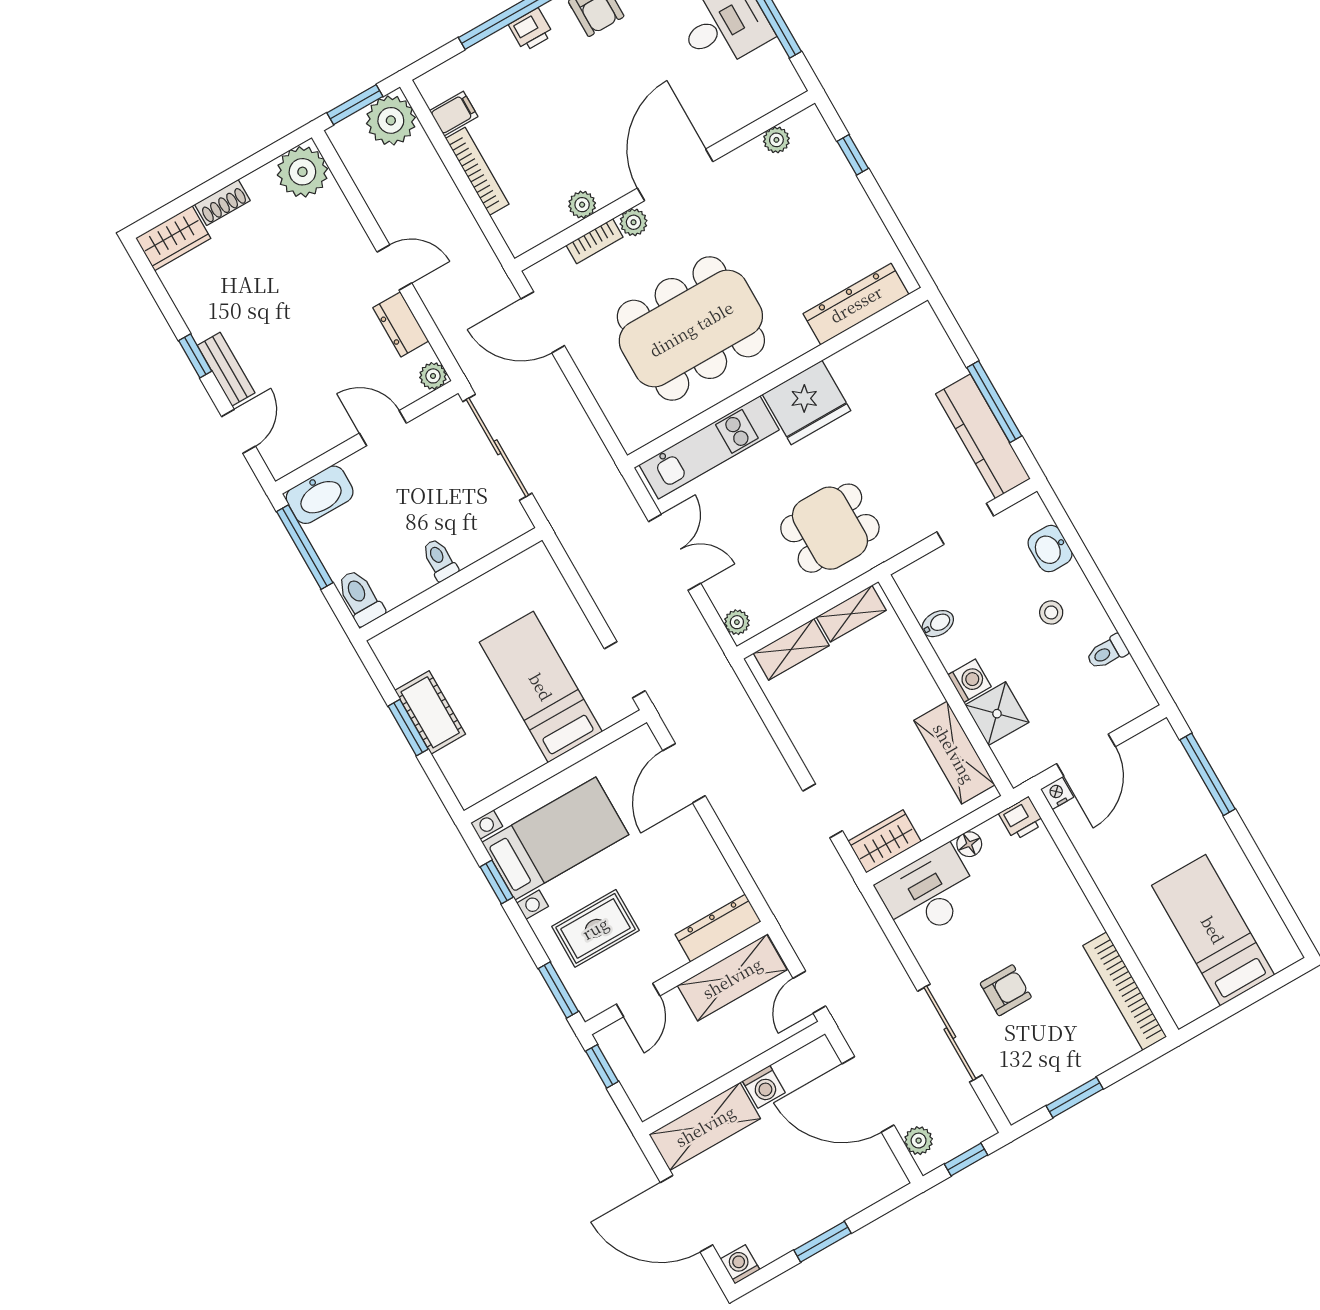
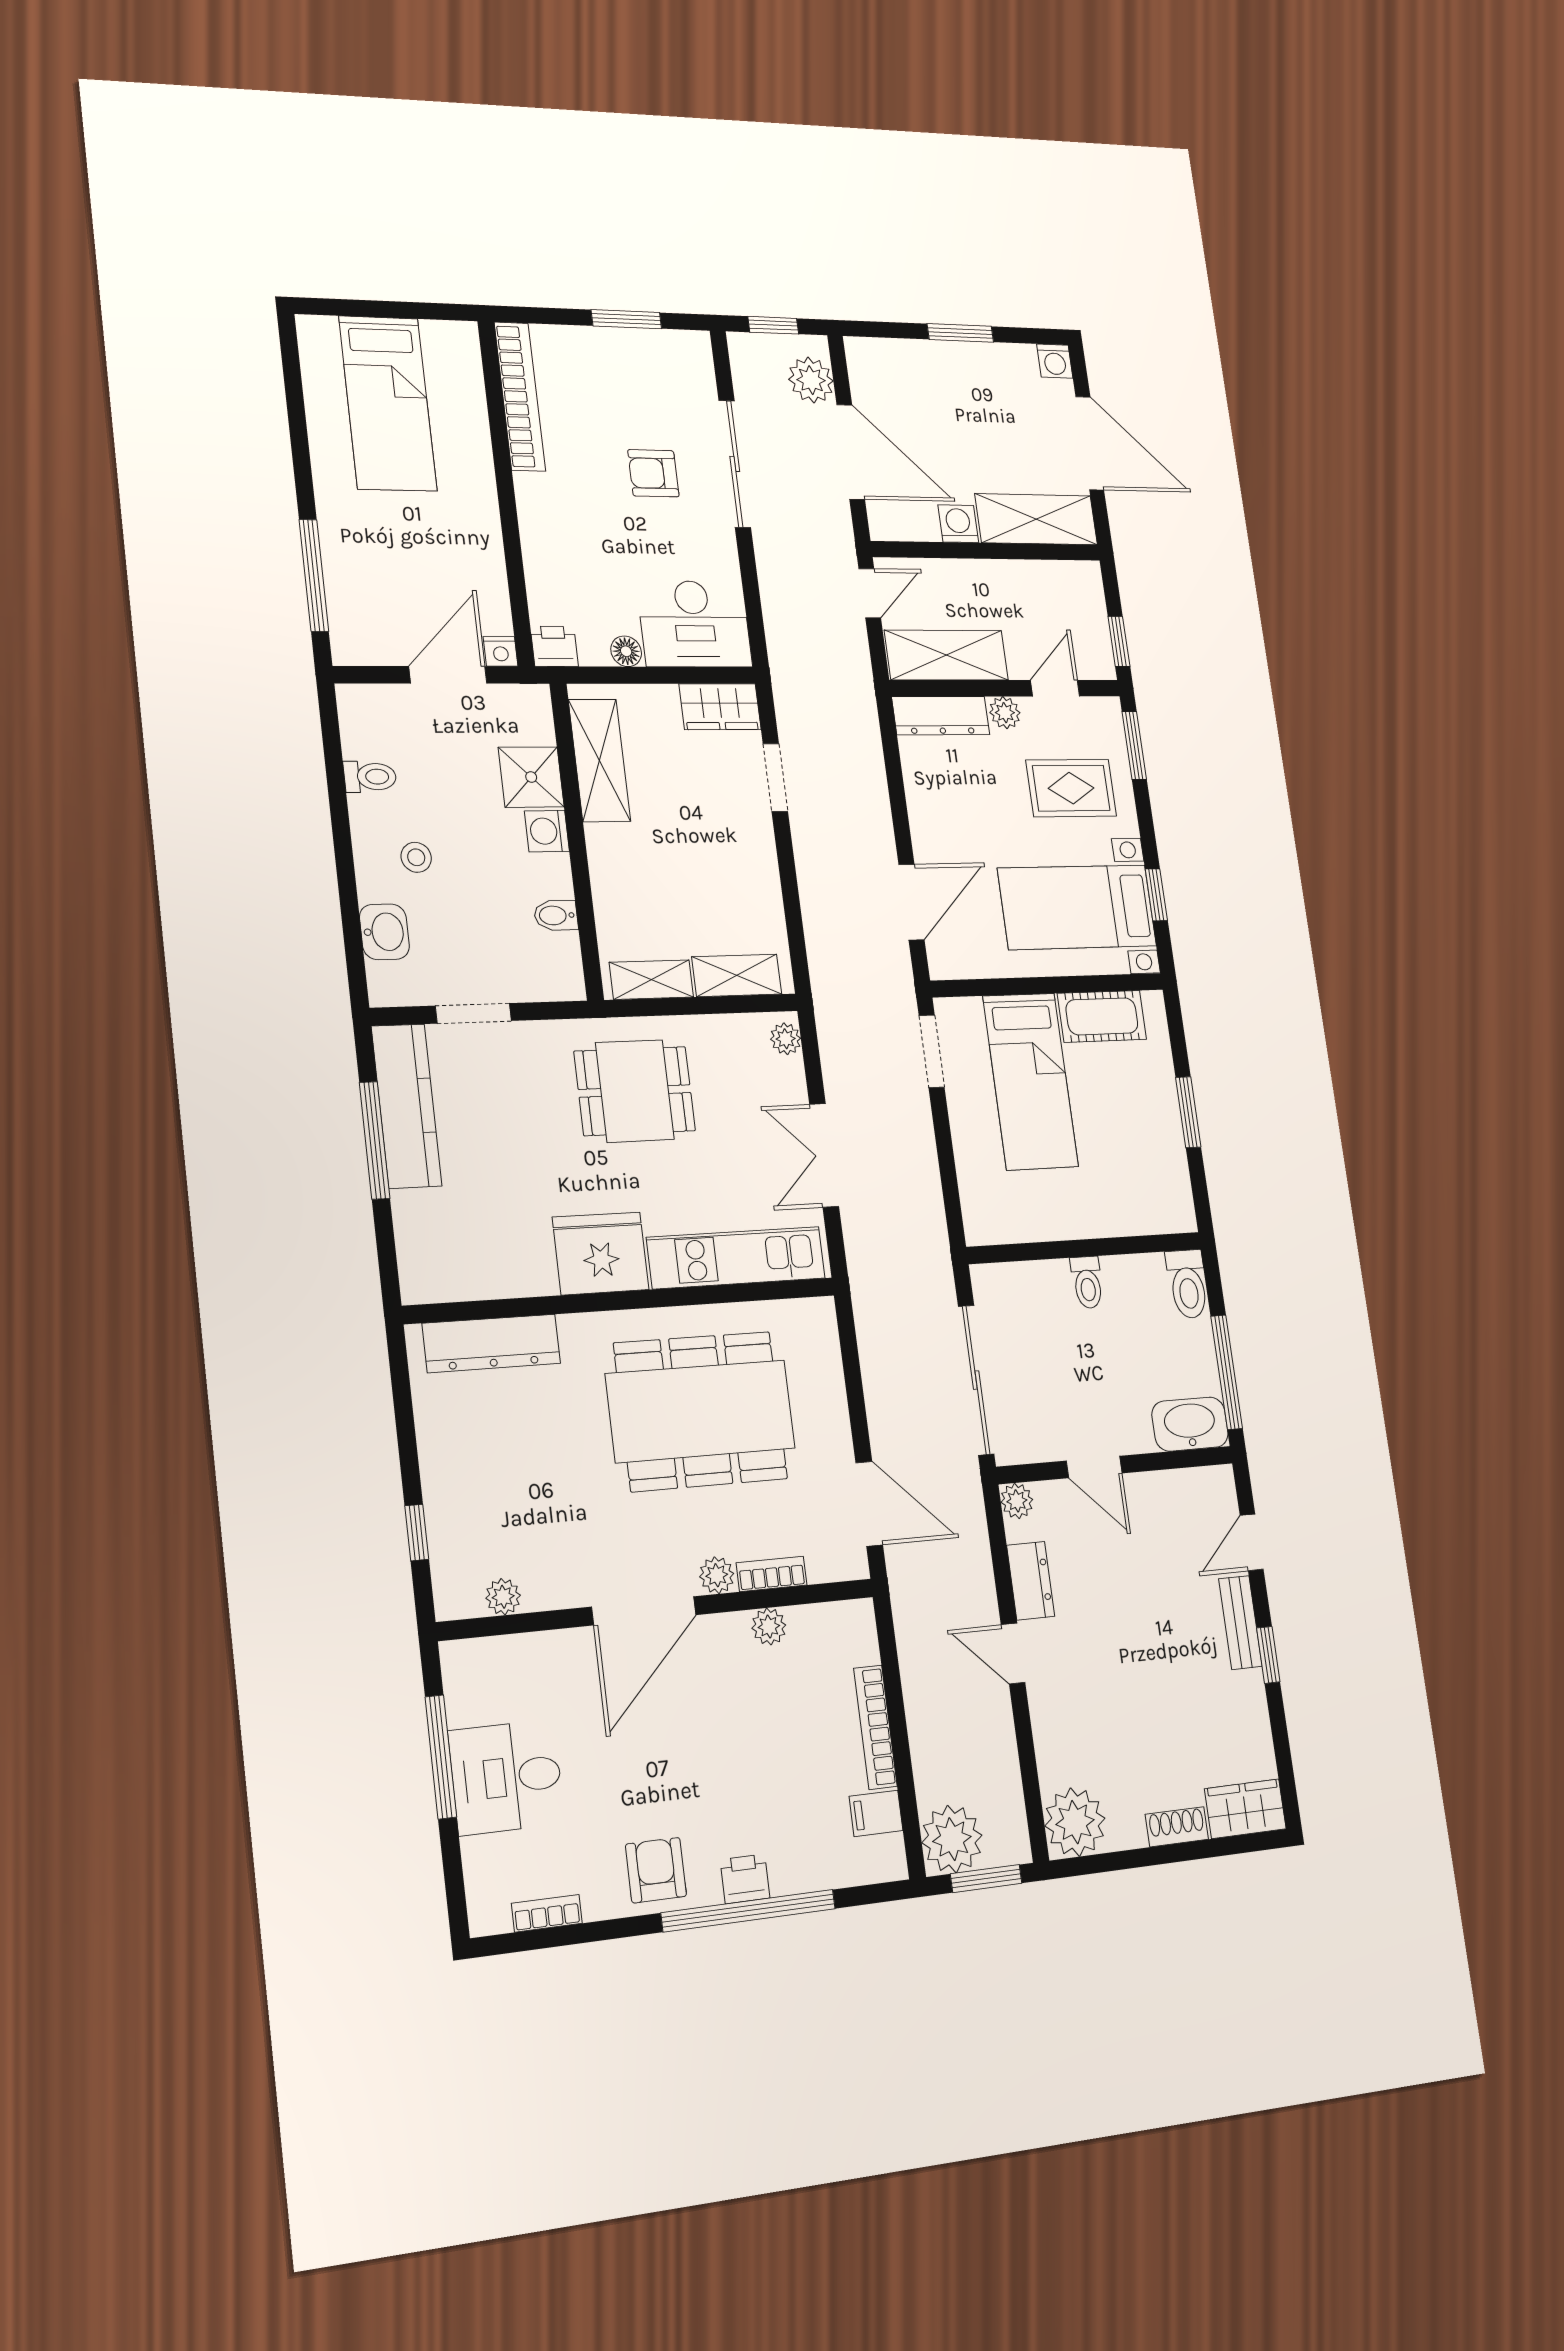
cot: (430, 712) -> (1102, 1016), moved, turned 90
plant: (670, 958) -> (1005, 713), added
plant: (919, 1141) -> (811, 380), width x1.38, depth x1.38

